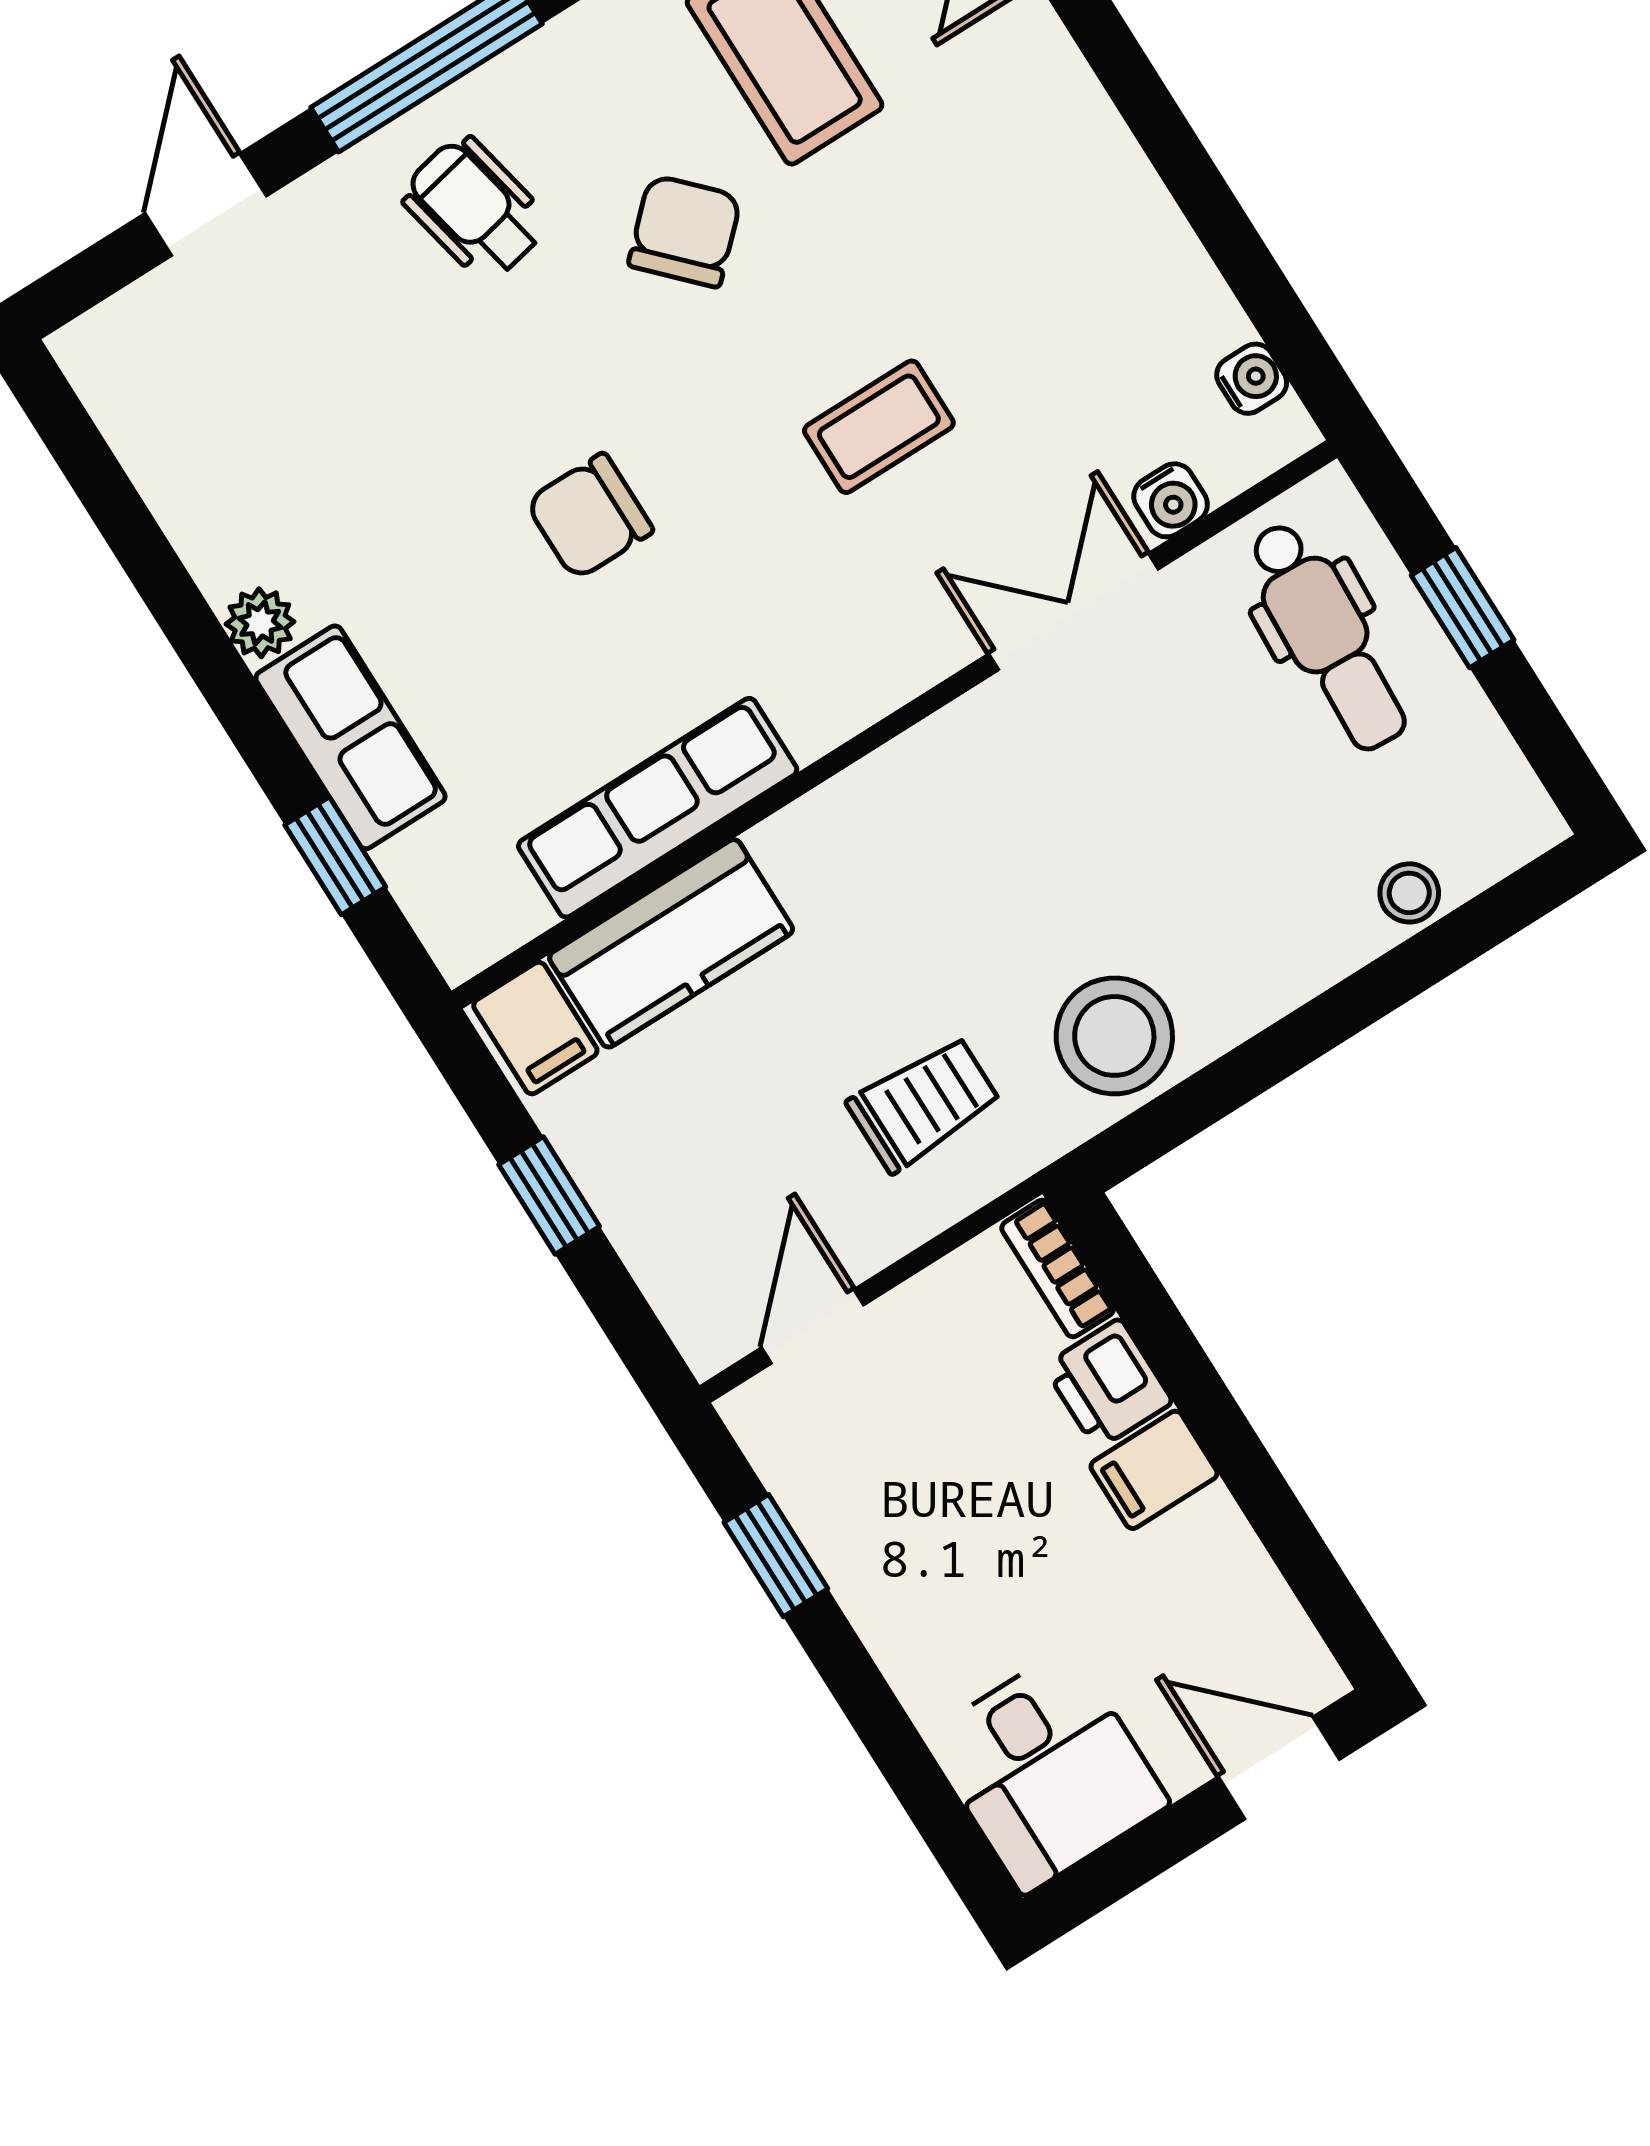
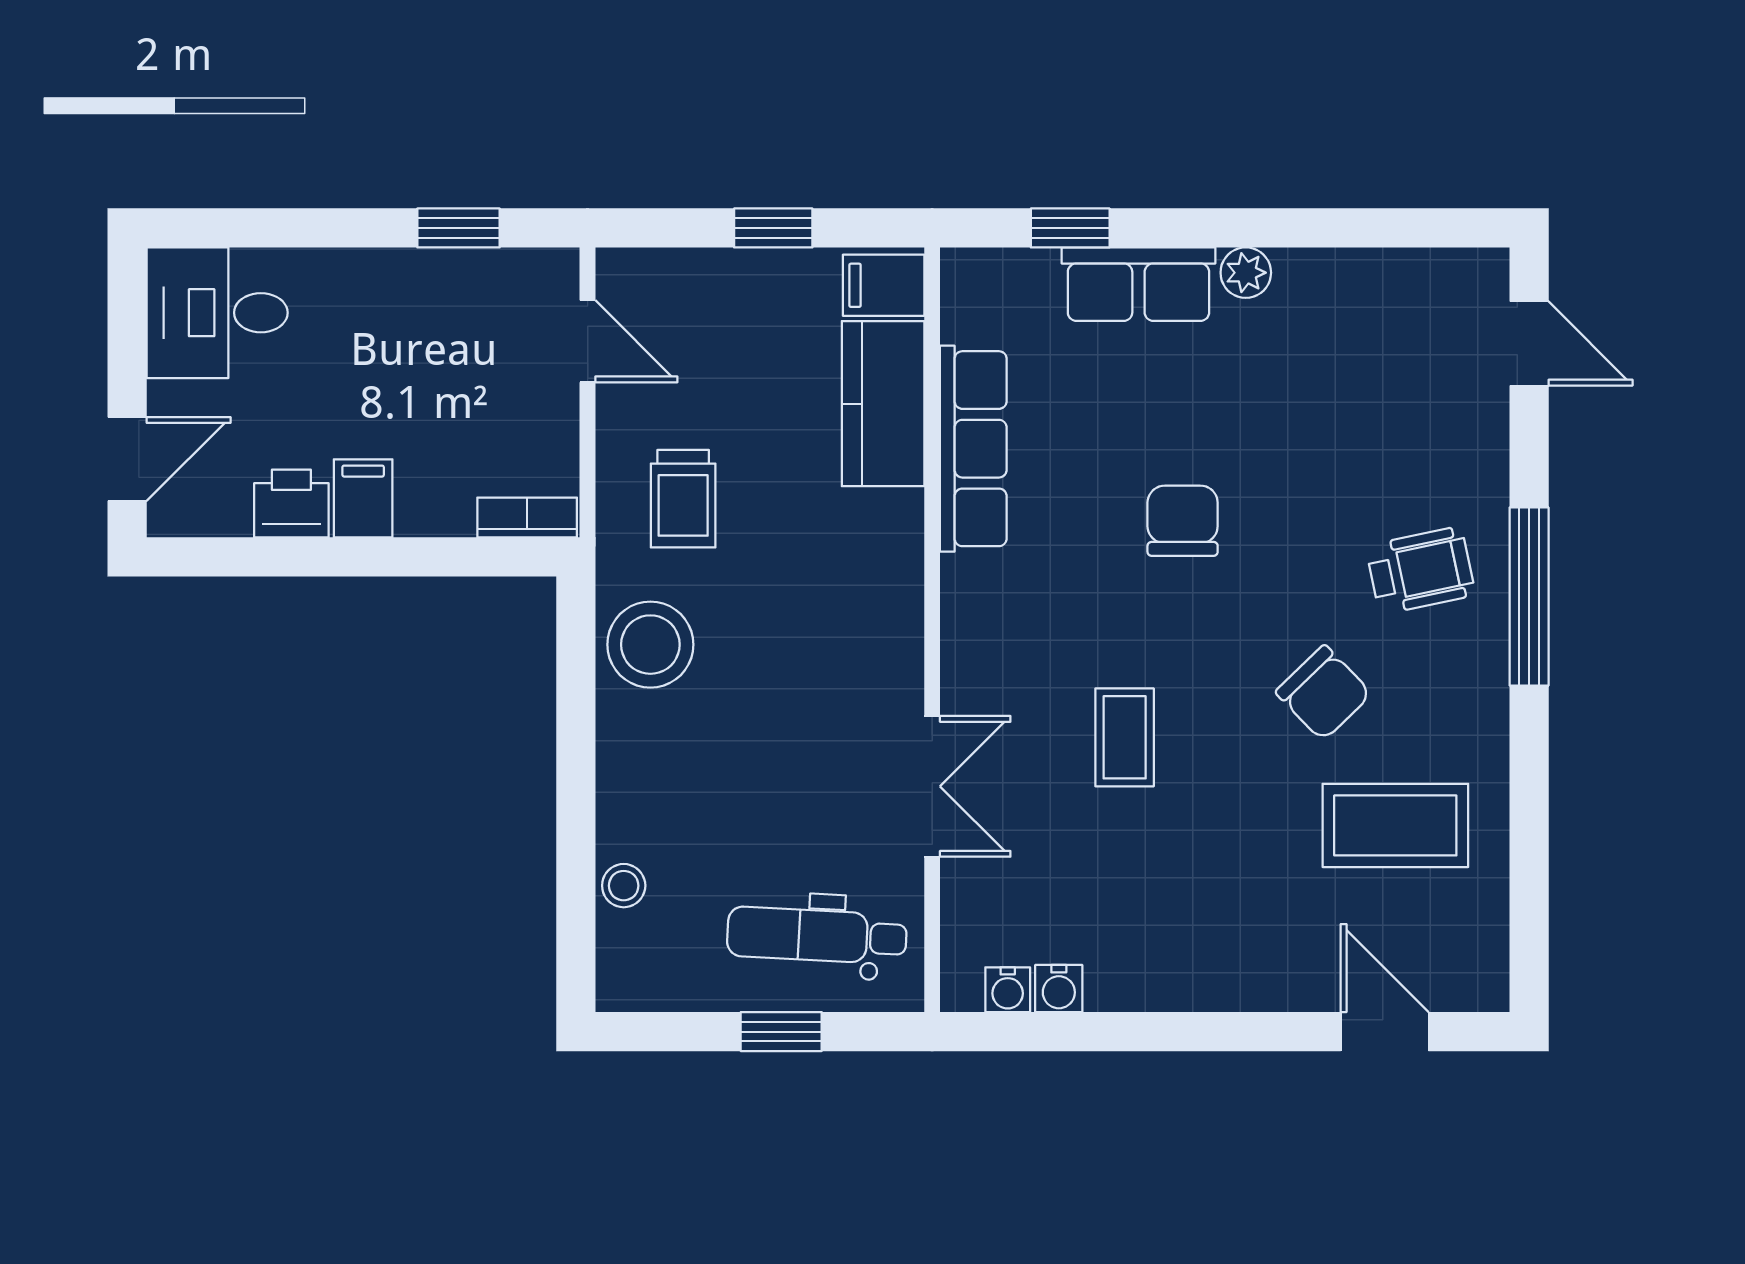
door: (206, 205) -> (1529, 343), moved
water cooler: (1171, 500) -> (1059, 988), moved, turned -90
printer: (1108, 1384) -> (291, 503), moved

